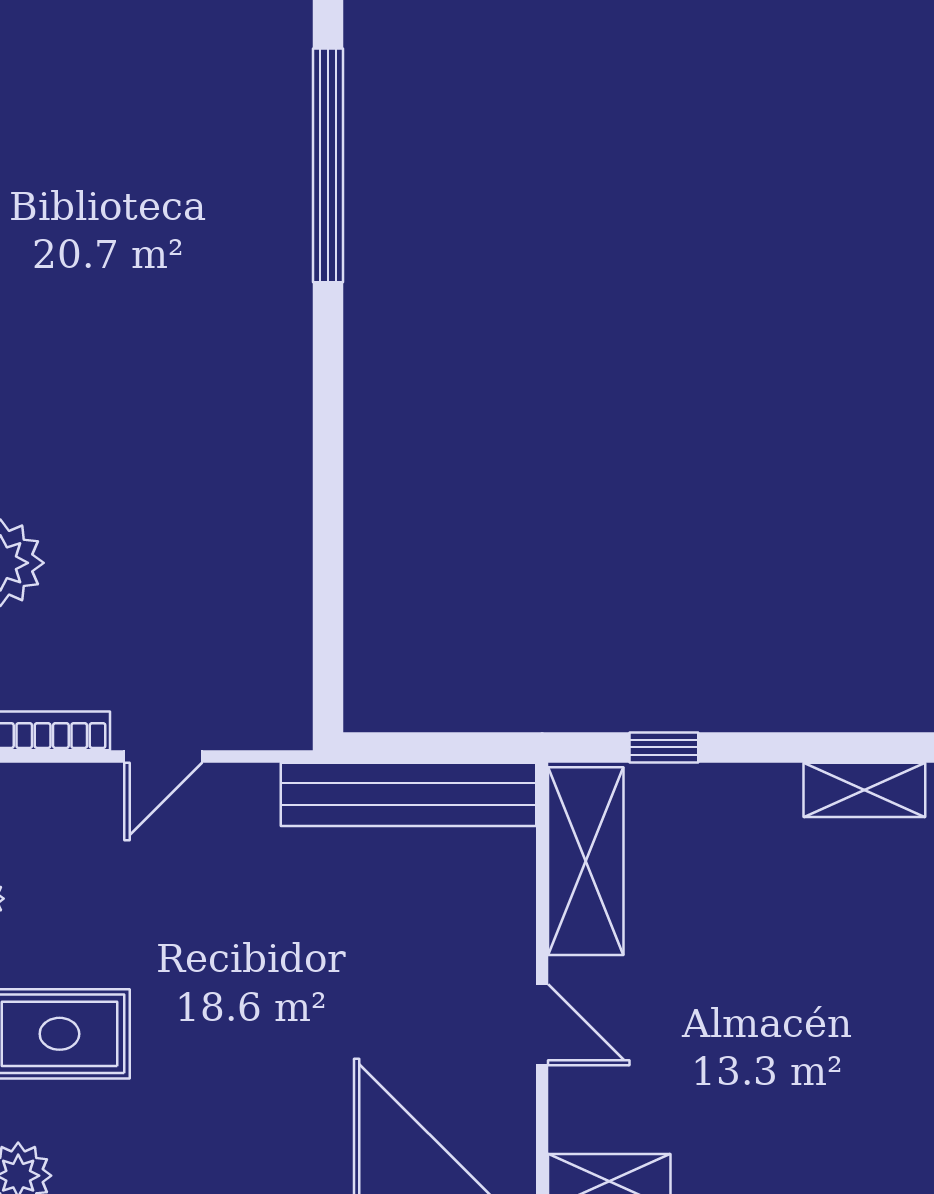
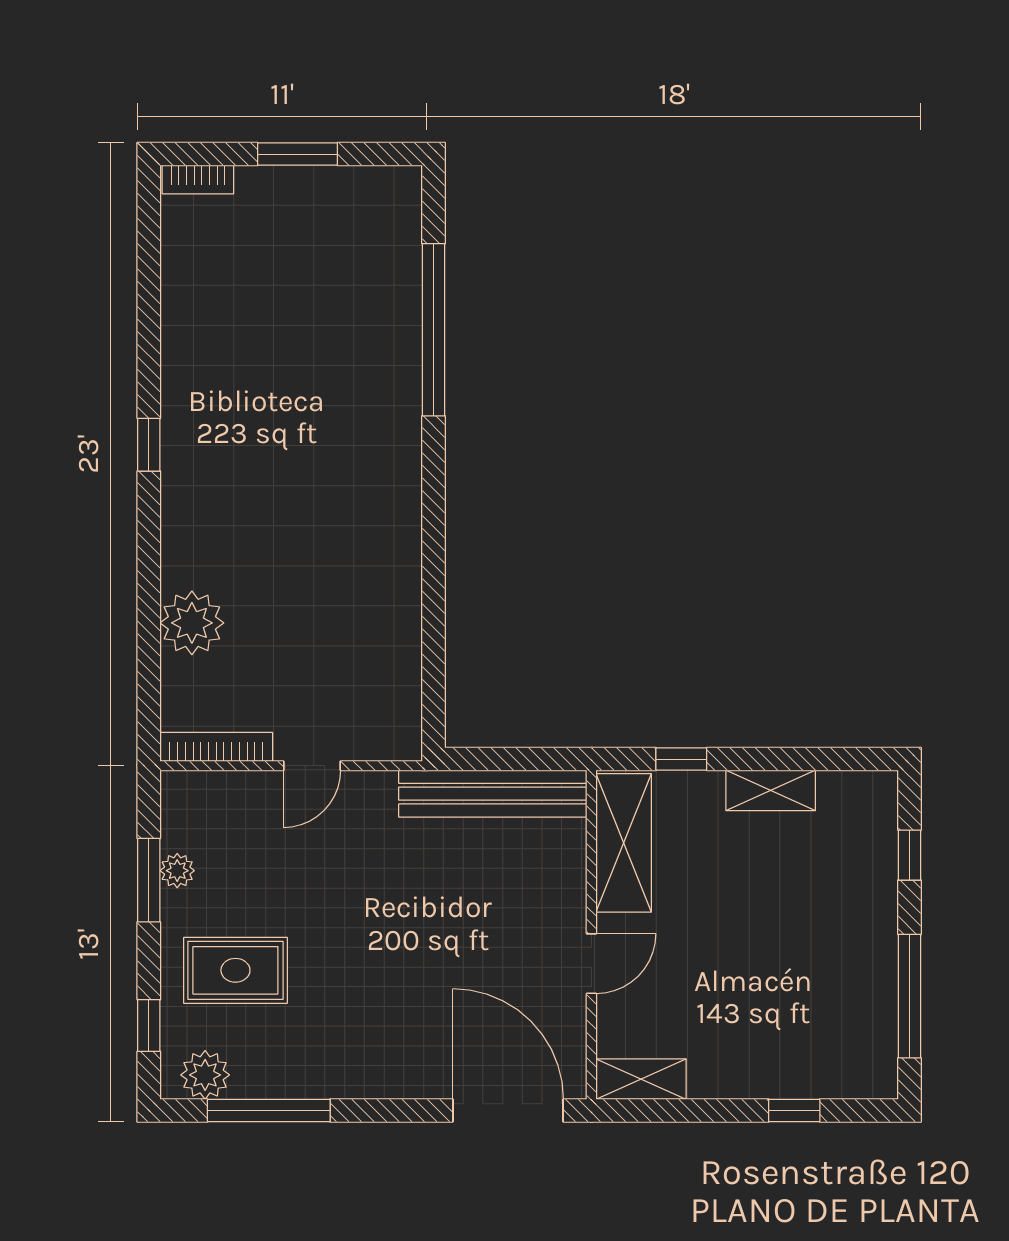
shelving: (864, 790) -> (771, 790), moved
door: (542, 1025) -> (591, 964), hinge flipped

